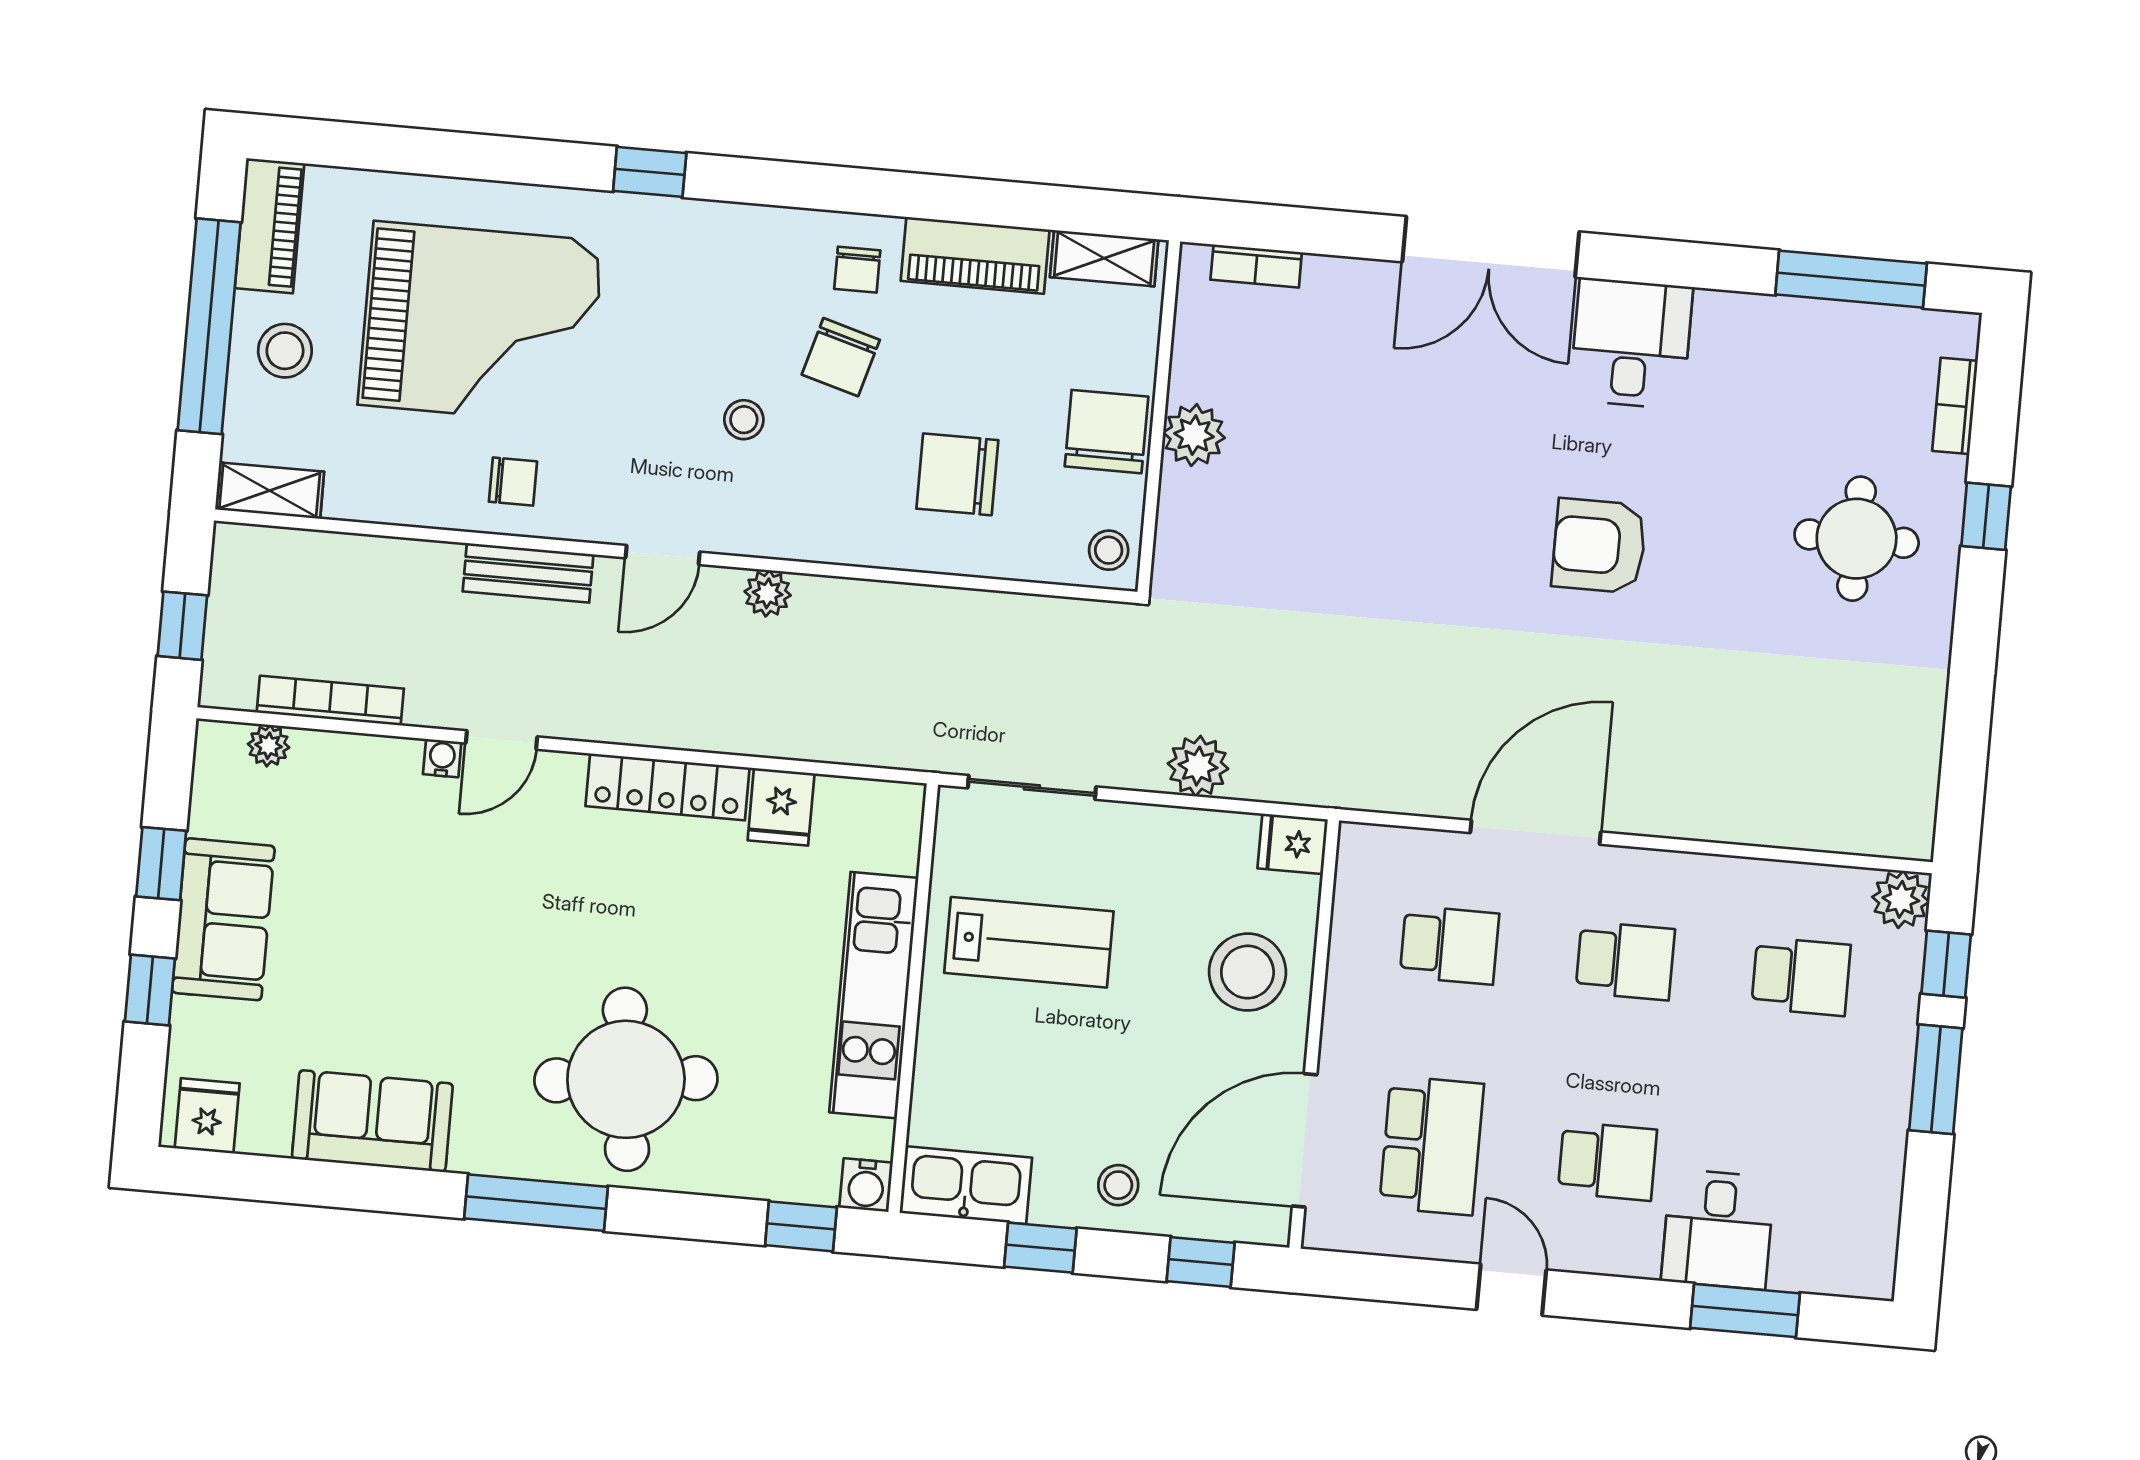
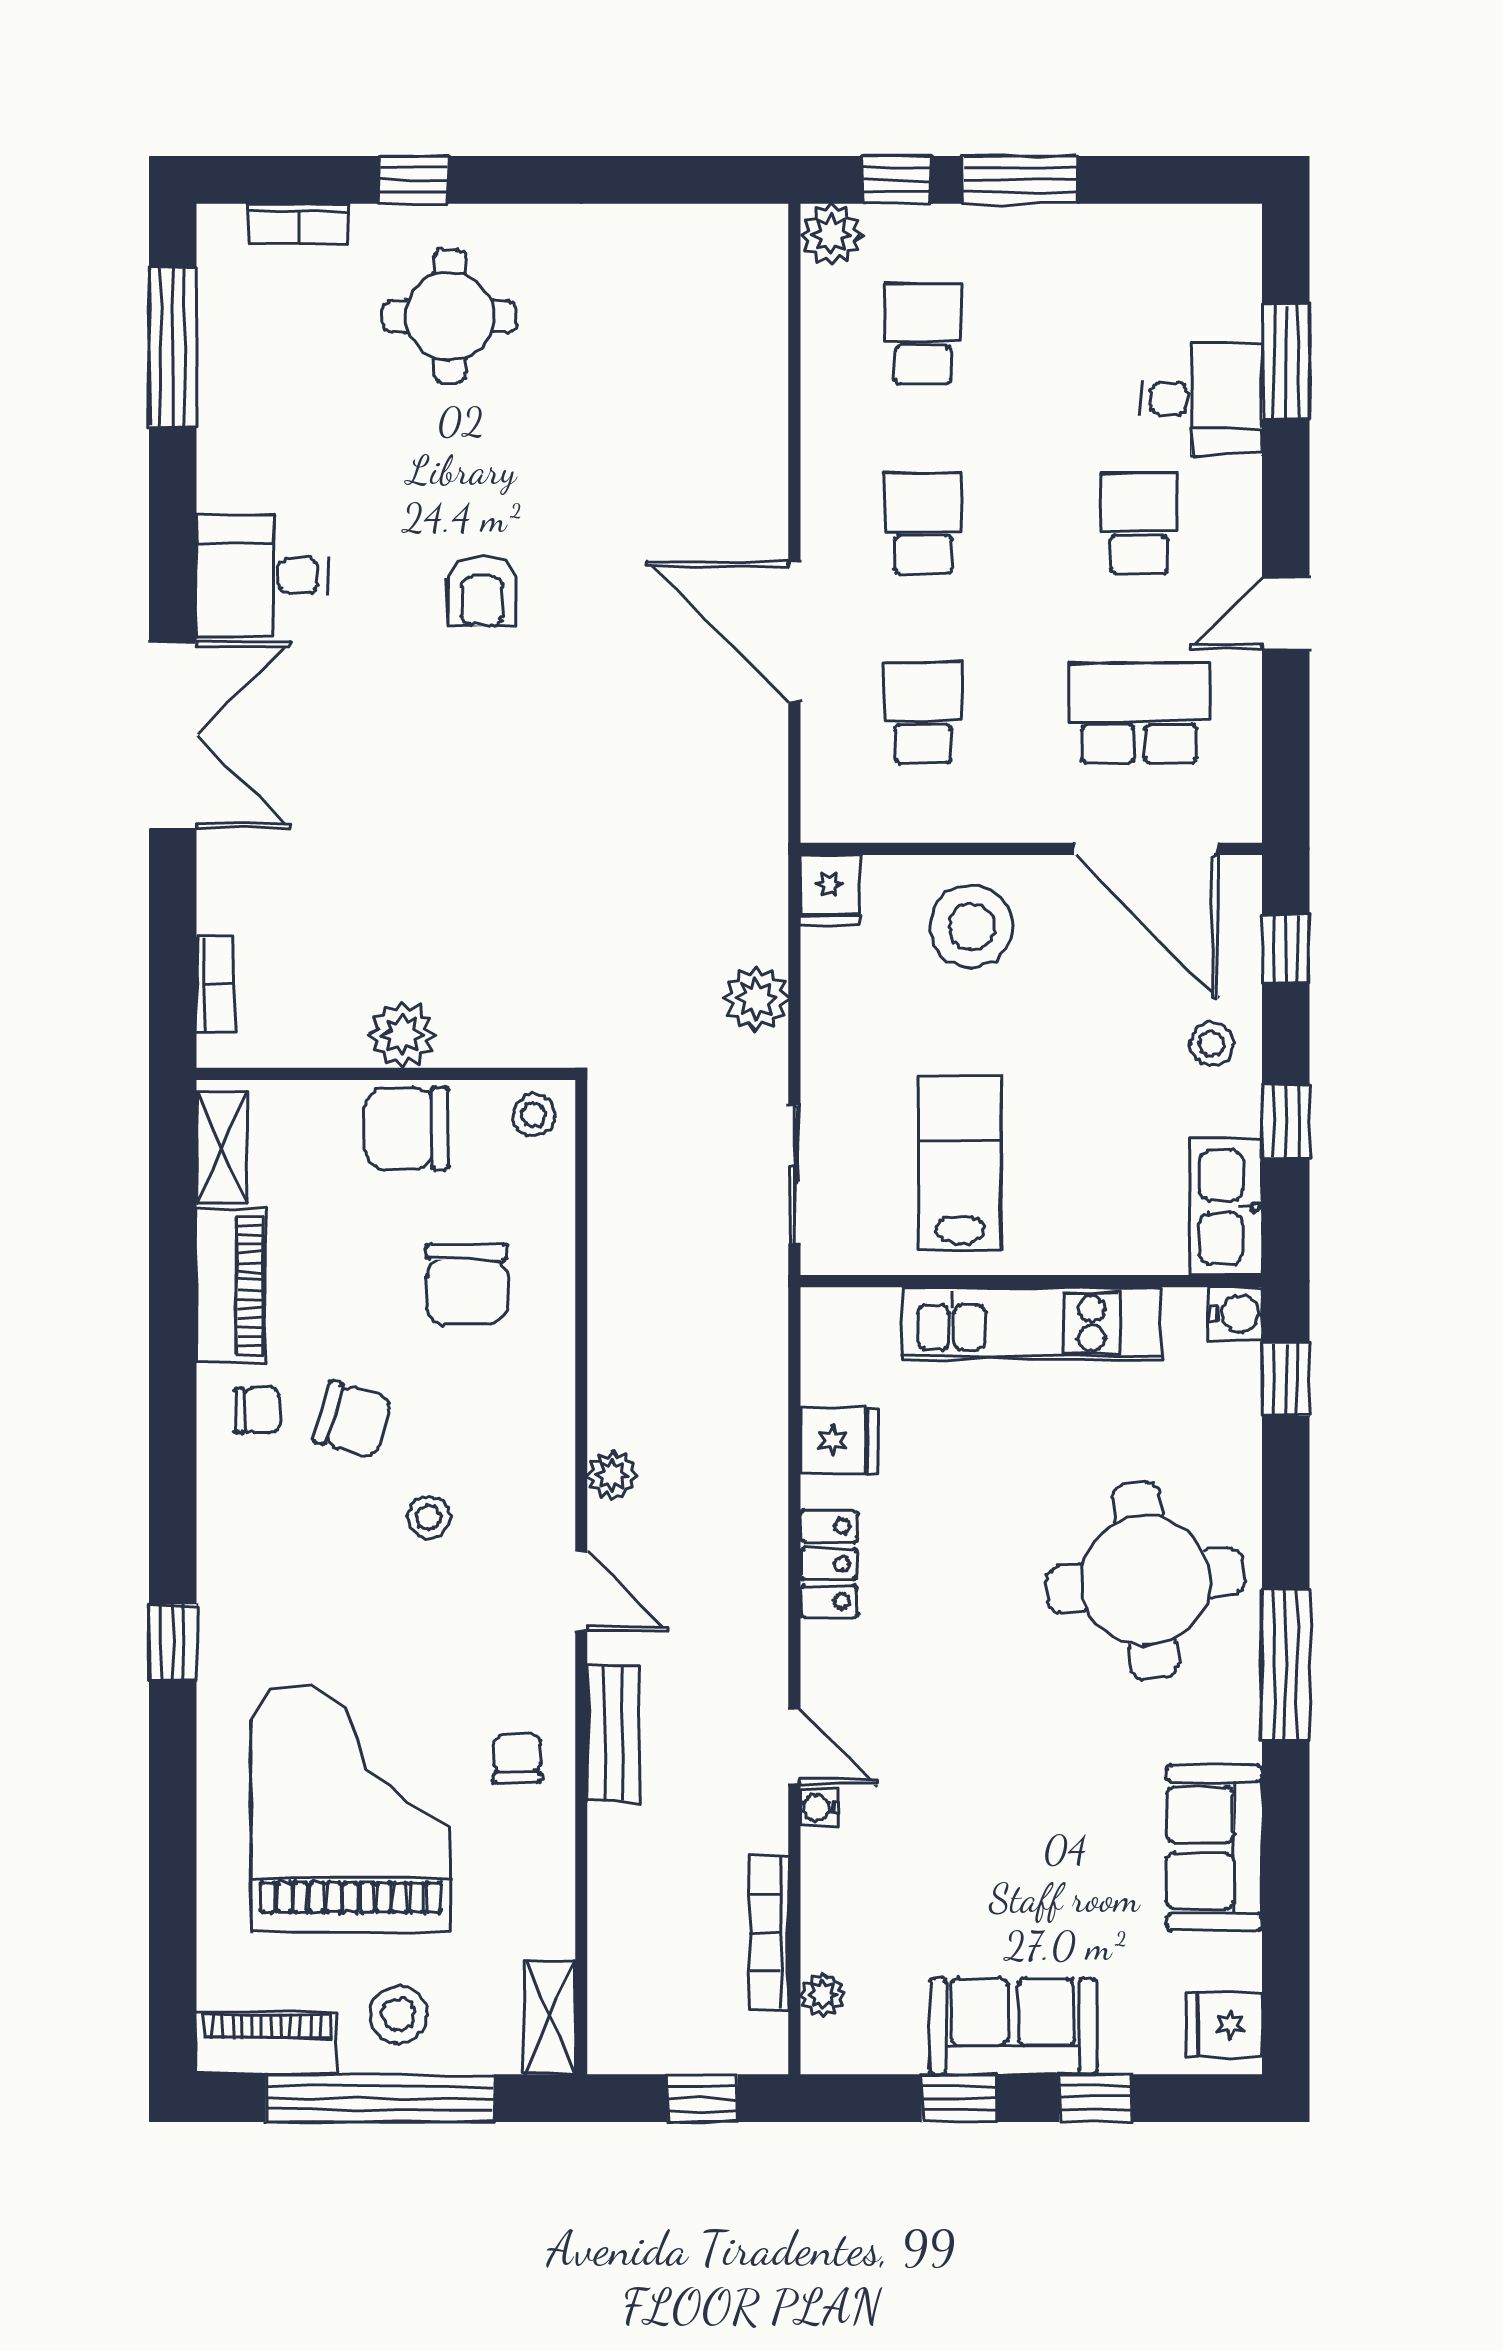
armchair: (1599, 546) -> (482, 591), width x0.72, depth x0.72
locker: (668, 787) -> (829, 1564), width x0.66

